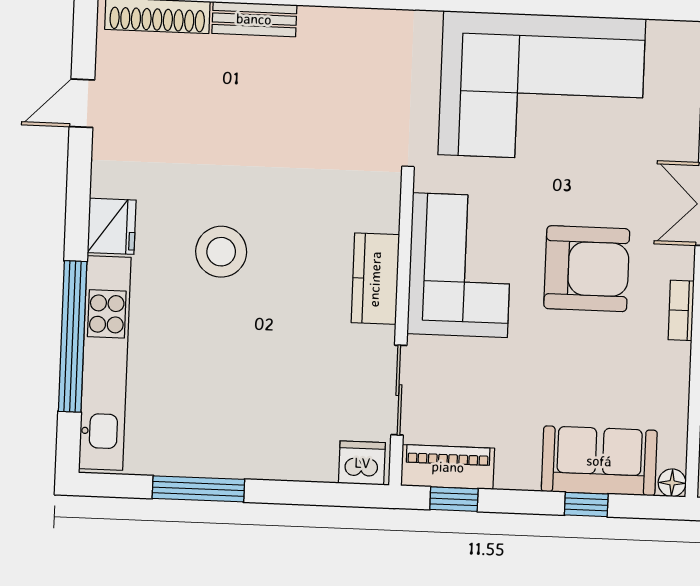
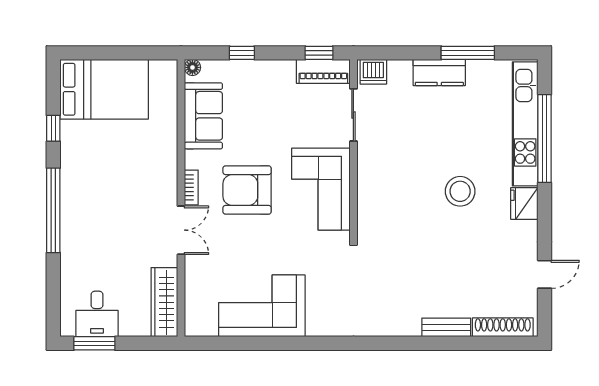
corner sofa: (542, 87) -> (262, 306), width x0.73, depth x0.74
kitchen counter: (375, 279) -> (439, 72), moved, turned 90
bookcase: (681, 310) -> (191, 187), moved
sofa: (599, 461) -> (203, 116), moved, turned -90

